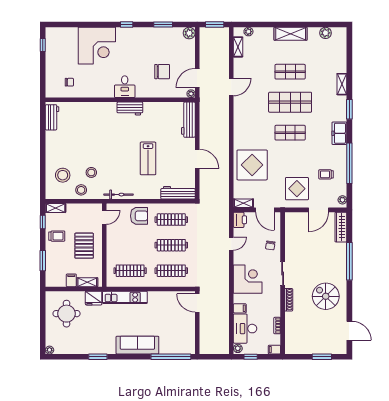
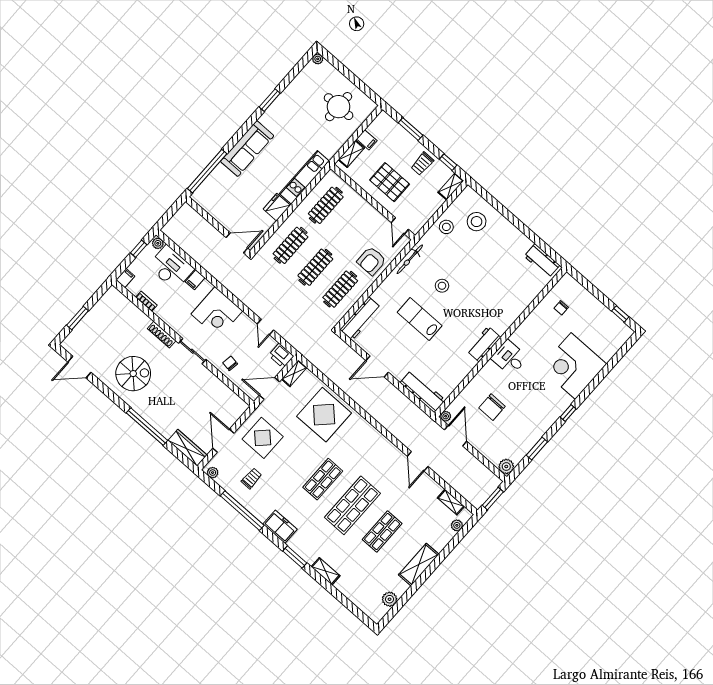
stool: (91, 172) -> (442, 286), moved
fridge: (94, 298) -> (277, 207), moved

